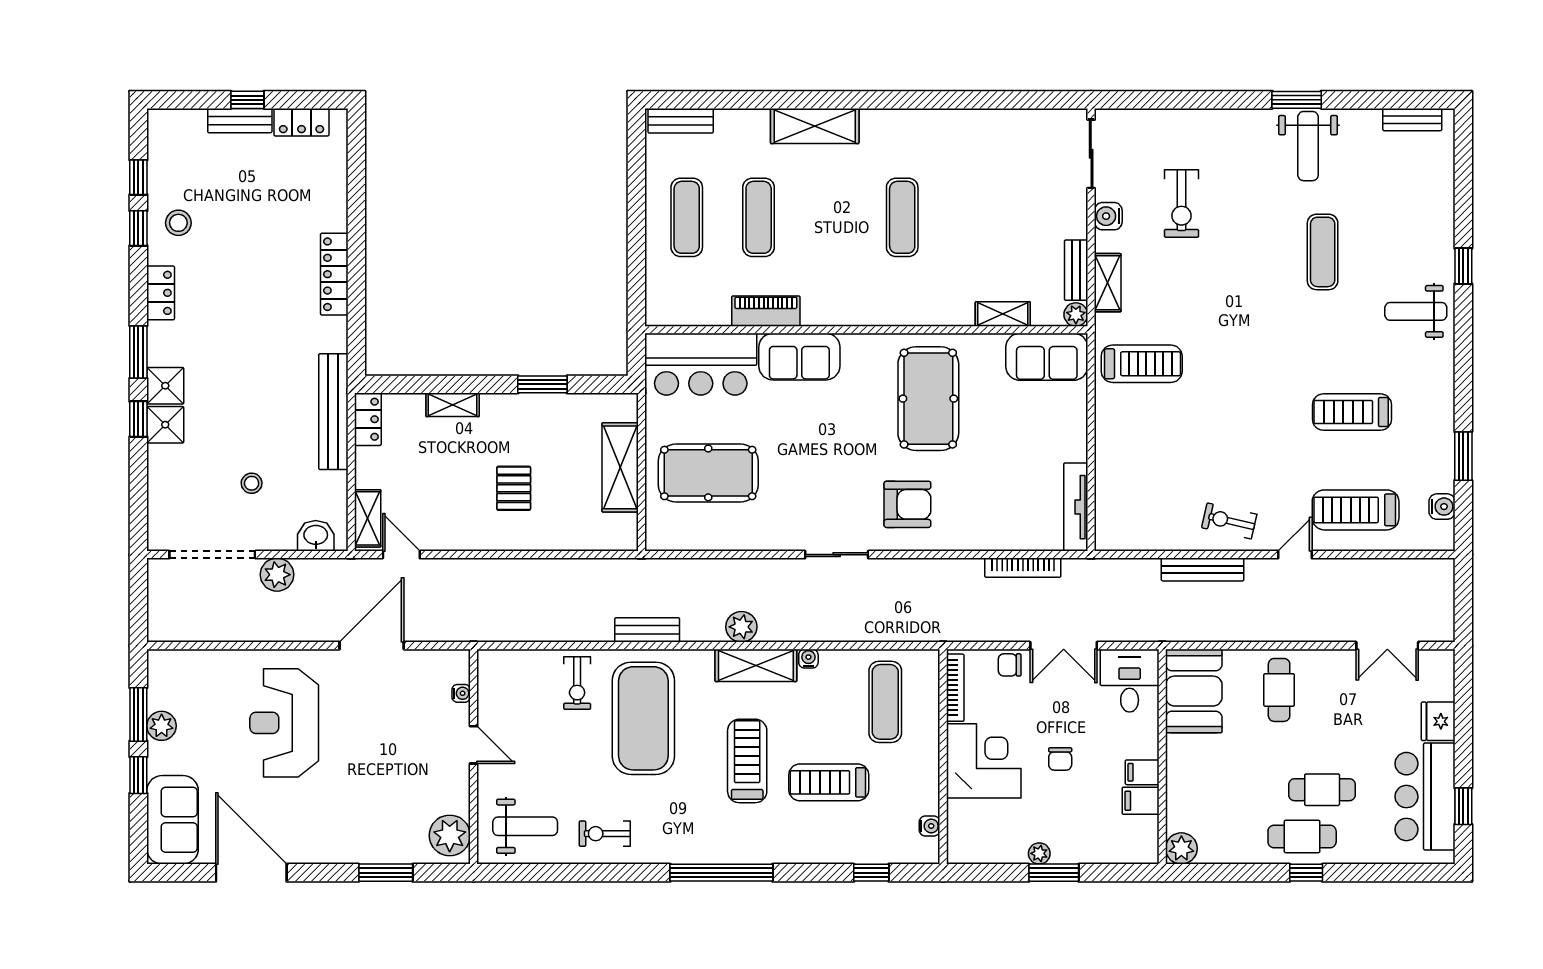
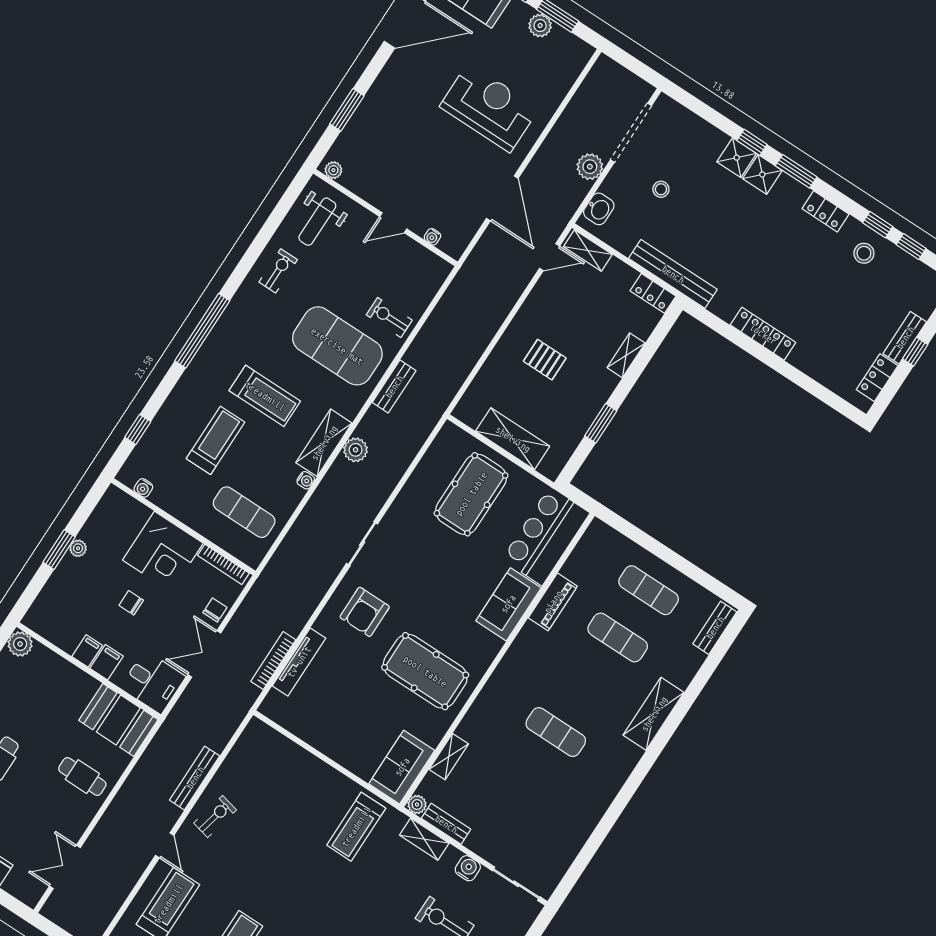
tv unit: (1076, 507) -> (299, 662), moved, turned 90
filing cabinet: (1141, 801) -> (107, 662), moved
plant: (450, 835) -> (333, 170), width x0.53, depth x0.53

